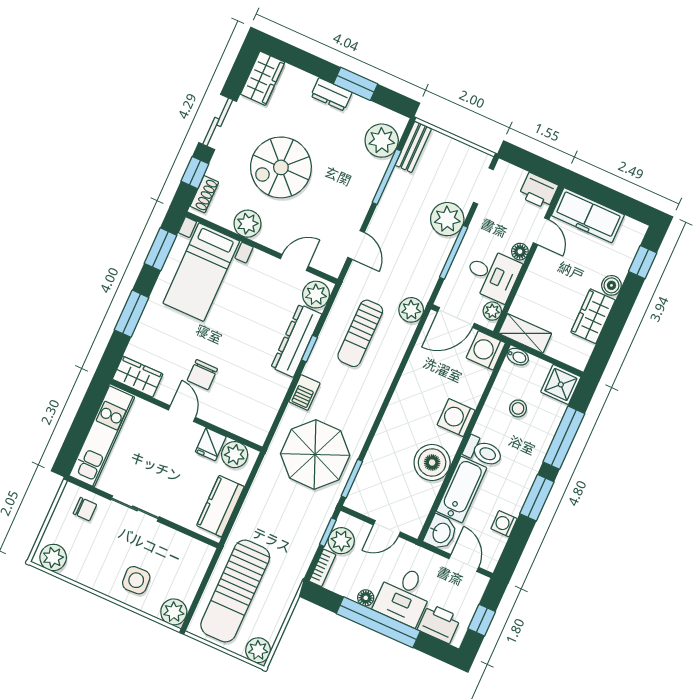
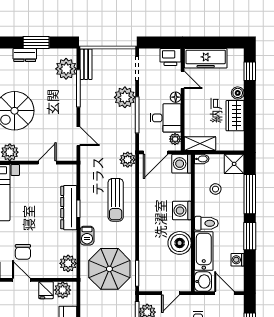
plant: (316, 295) -> (68, 263), moved
sun lounger: (360, 333) -> (116, 200), moved

